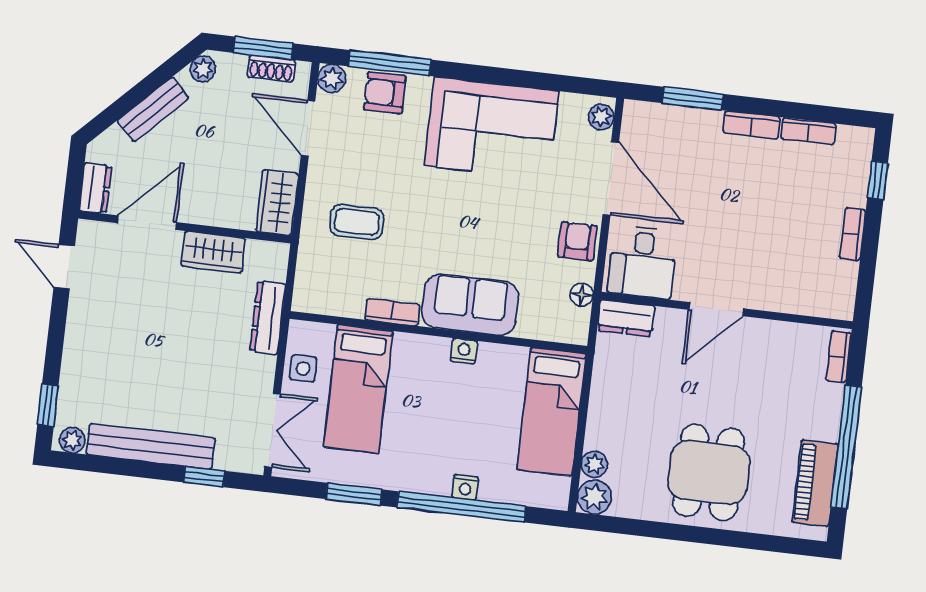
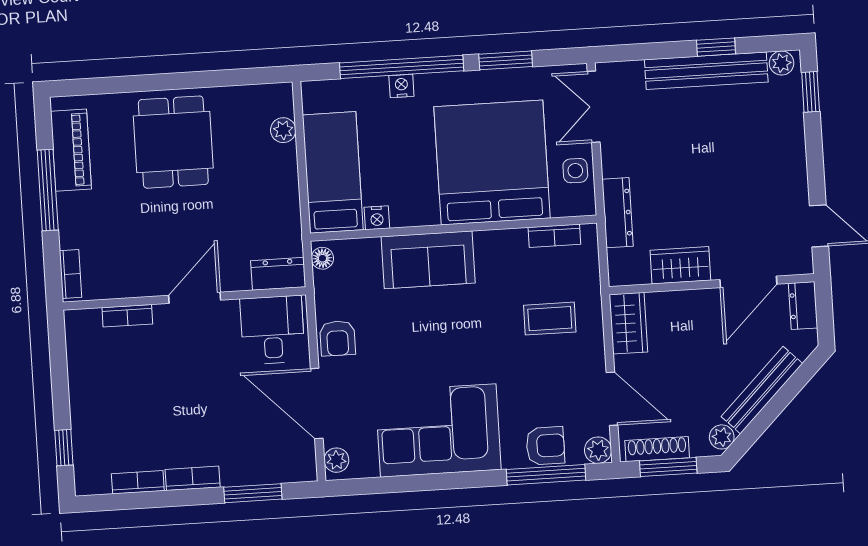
shoe rack: (271, 69) -> (657, 449), width x1.43
bench: (153, 109) -> (762, 390), width x1.36
bookcase: (853, 234) -> (127, 316), moved, turned 90
floor lamp: (582, 295) -> (322, 258), moved
bookcase: (392, 312) -> (554, 236), moved
nightstand: (464, 351) -> (377, 218), moved
bed: (358, 389) -> (492, 162), width x2.04
window: (846, 447) -> (48, 190), width x0.68
window: (204, 477) -> (716, 47), moved
plant: (594, 497) -> (277, 99), removed

